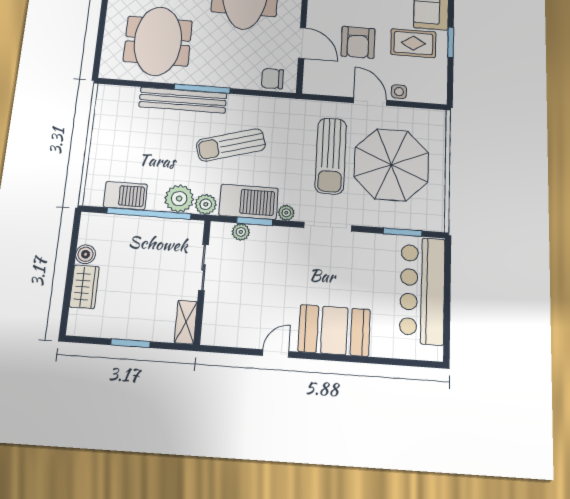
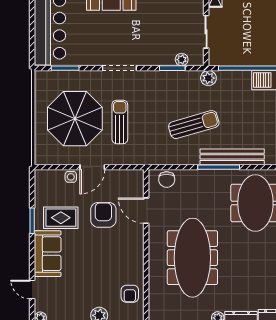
chair: (272, 79) -> (167, 180), turned 90
door: (370, 102) -> (92, 167), hinge flipped
sun lounger: (331, 156) -> (120, 122), width x0.73, depth x0.75
plant: (179, 199) -> (228, 81), removed
barbecue: (249, 202) -> (178, 82), removed
plant: (286, 213) -> (150, 76), removed

